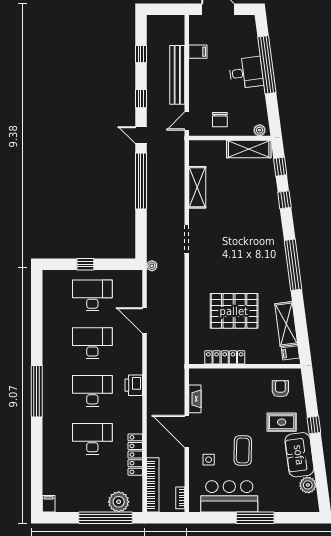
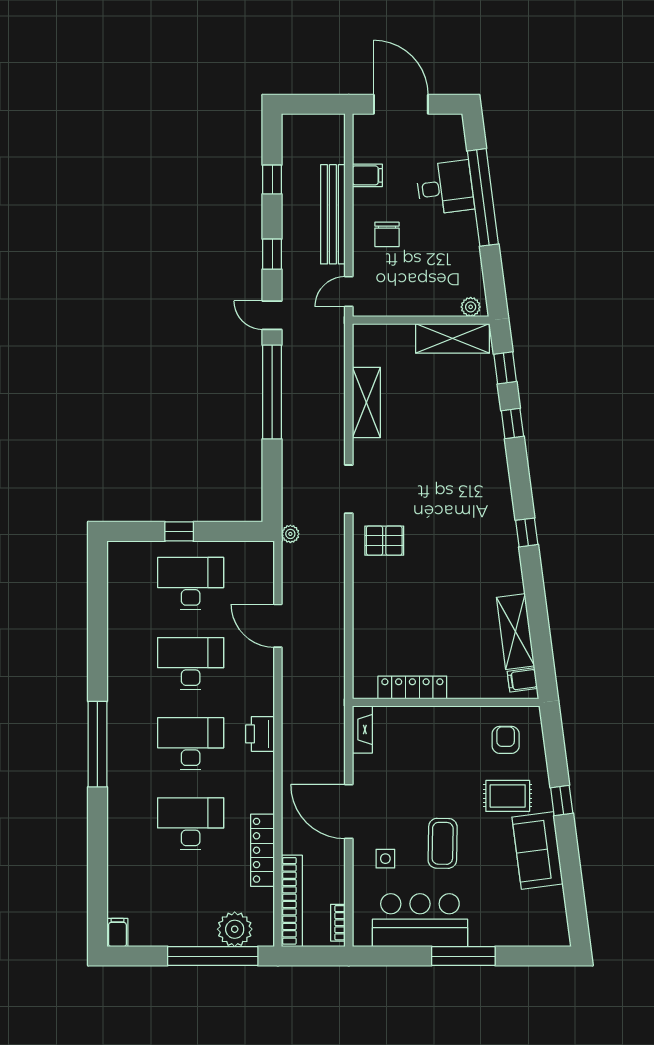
desk: (246, 73) -> (445, 188), moved
chair: (220, 120) -> (387, 234), moved
window: (293, 265) -> (527, 532), width x0.32
pallet: (234, 311) -> (384, 541), moved, width x0.49, depth x0.50
fireplace: (195, 399) -> (362, 729), moved
plant: (308, 485) -> (552, 901), removed

